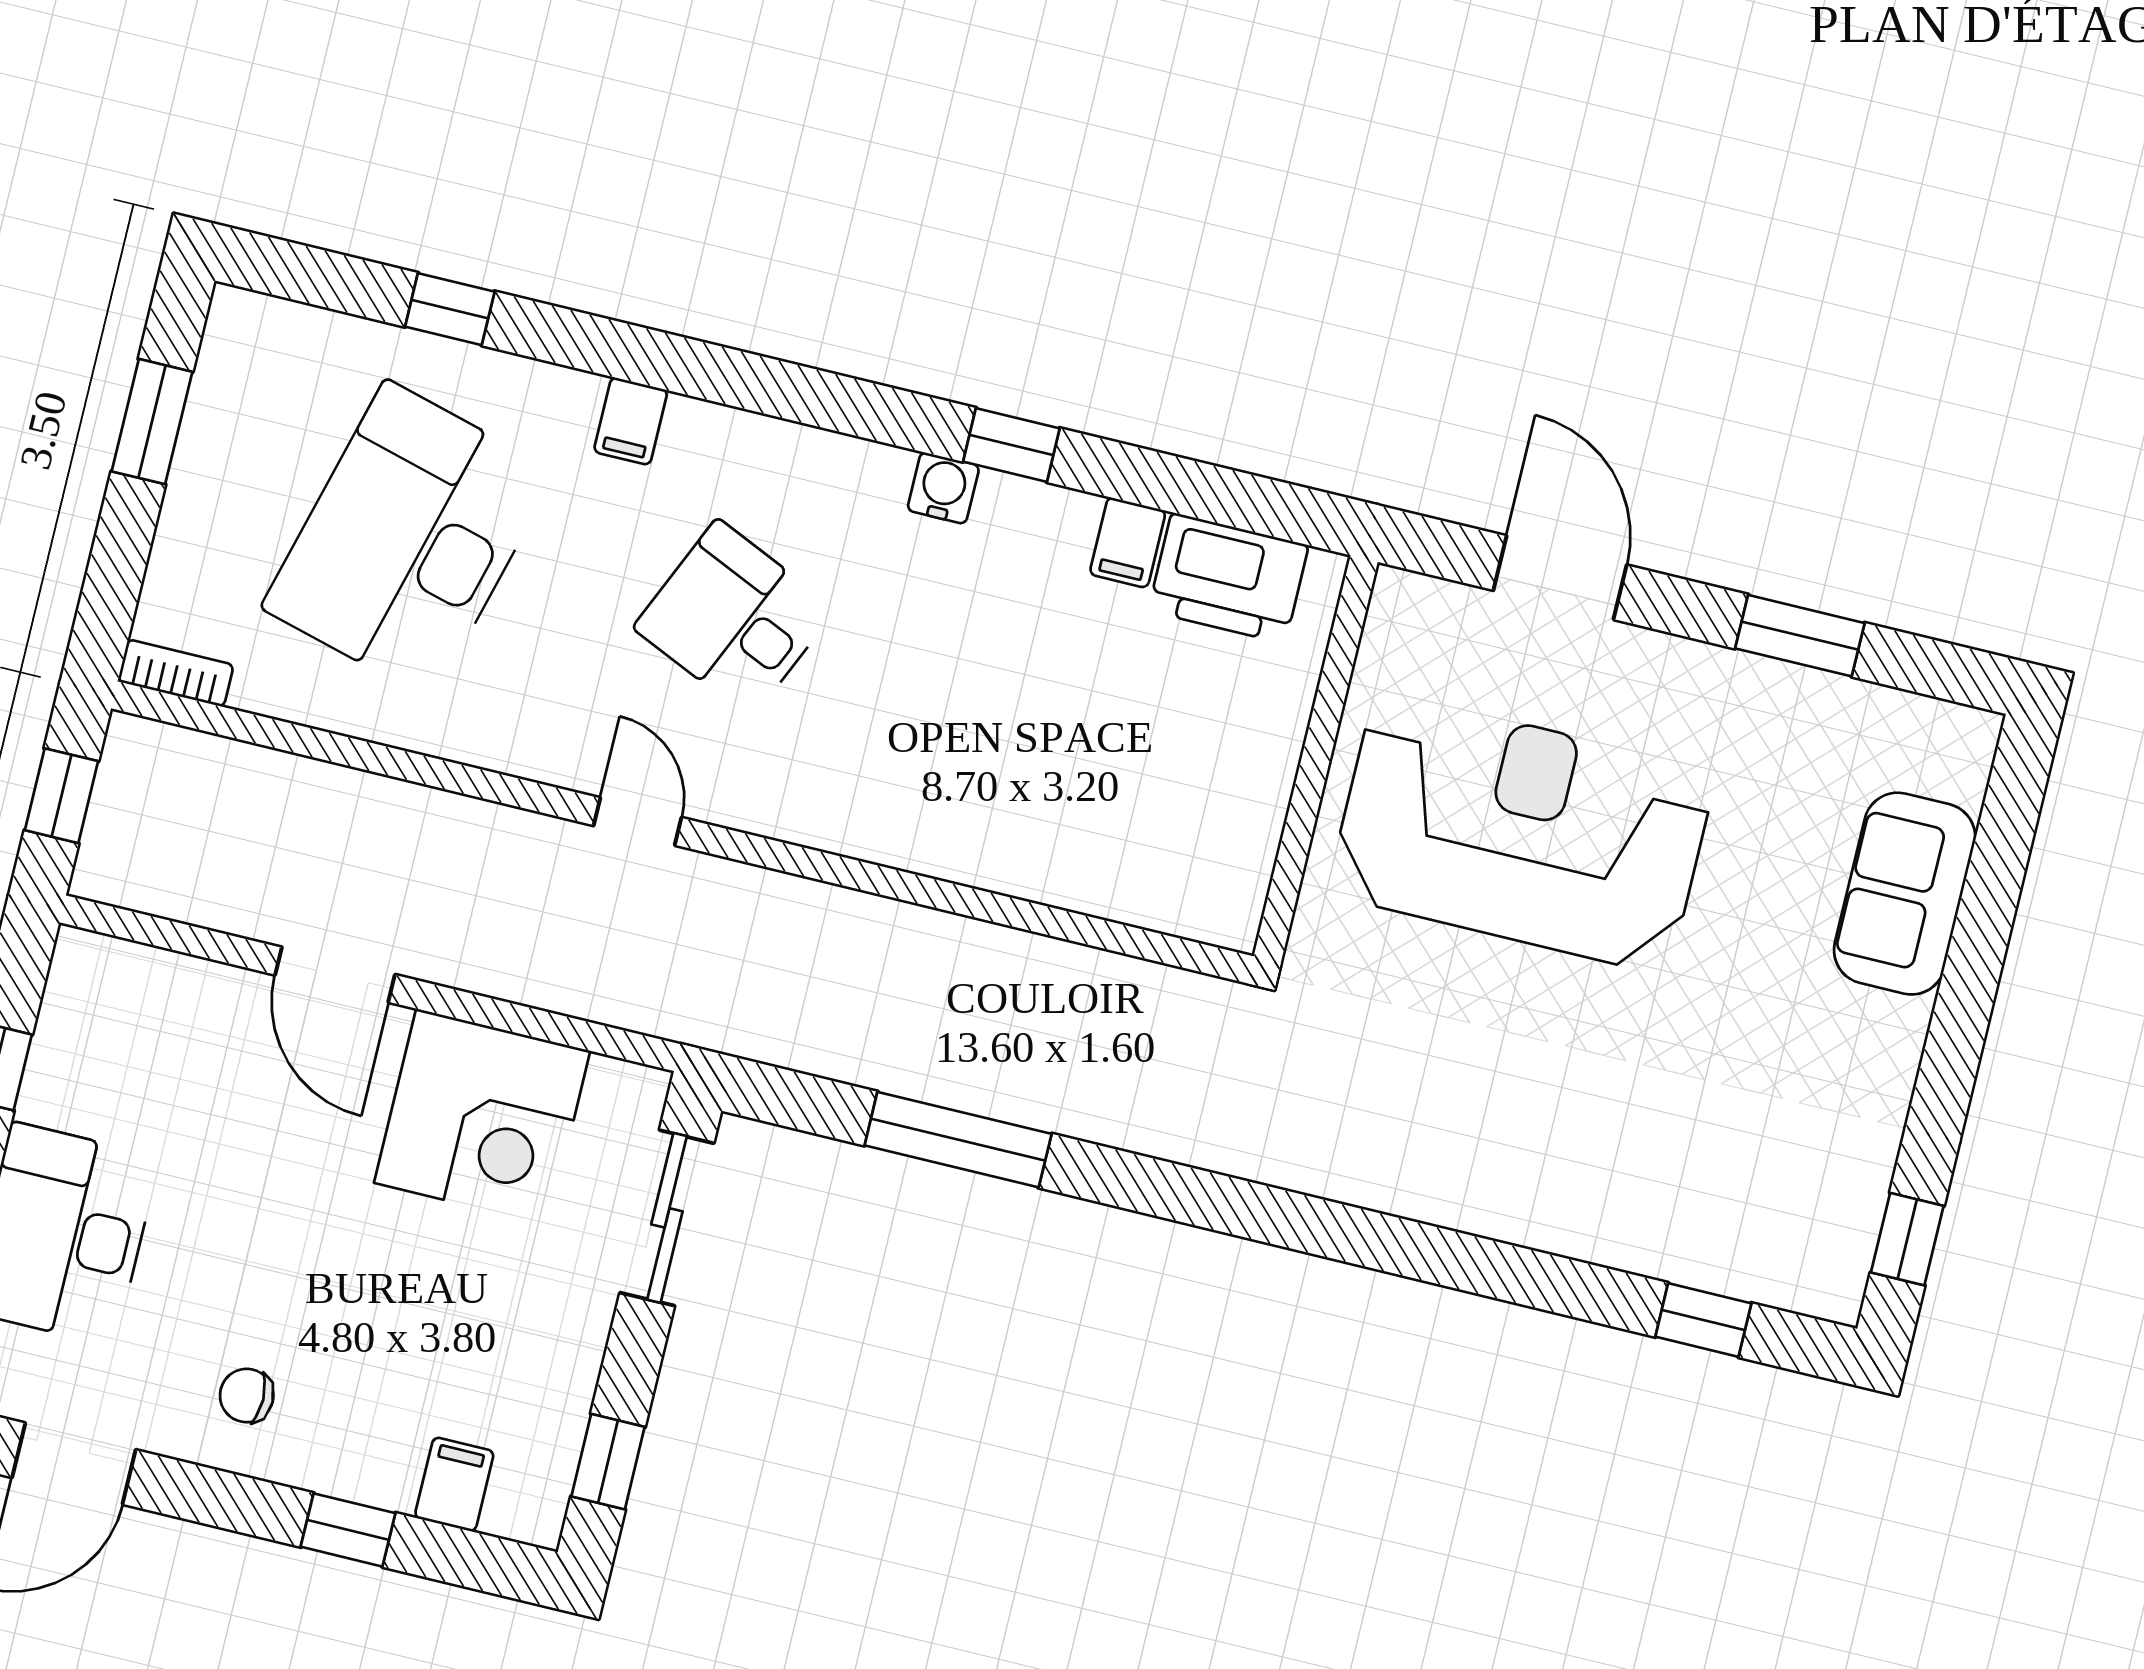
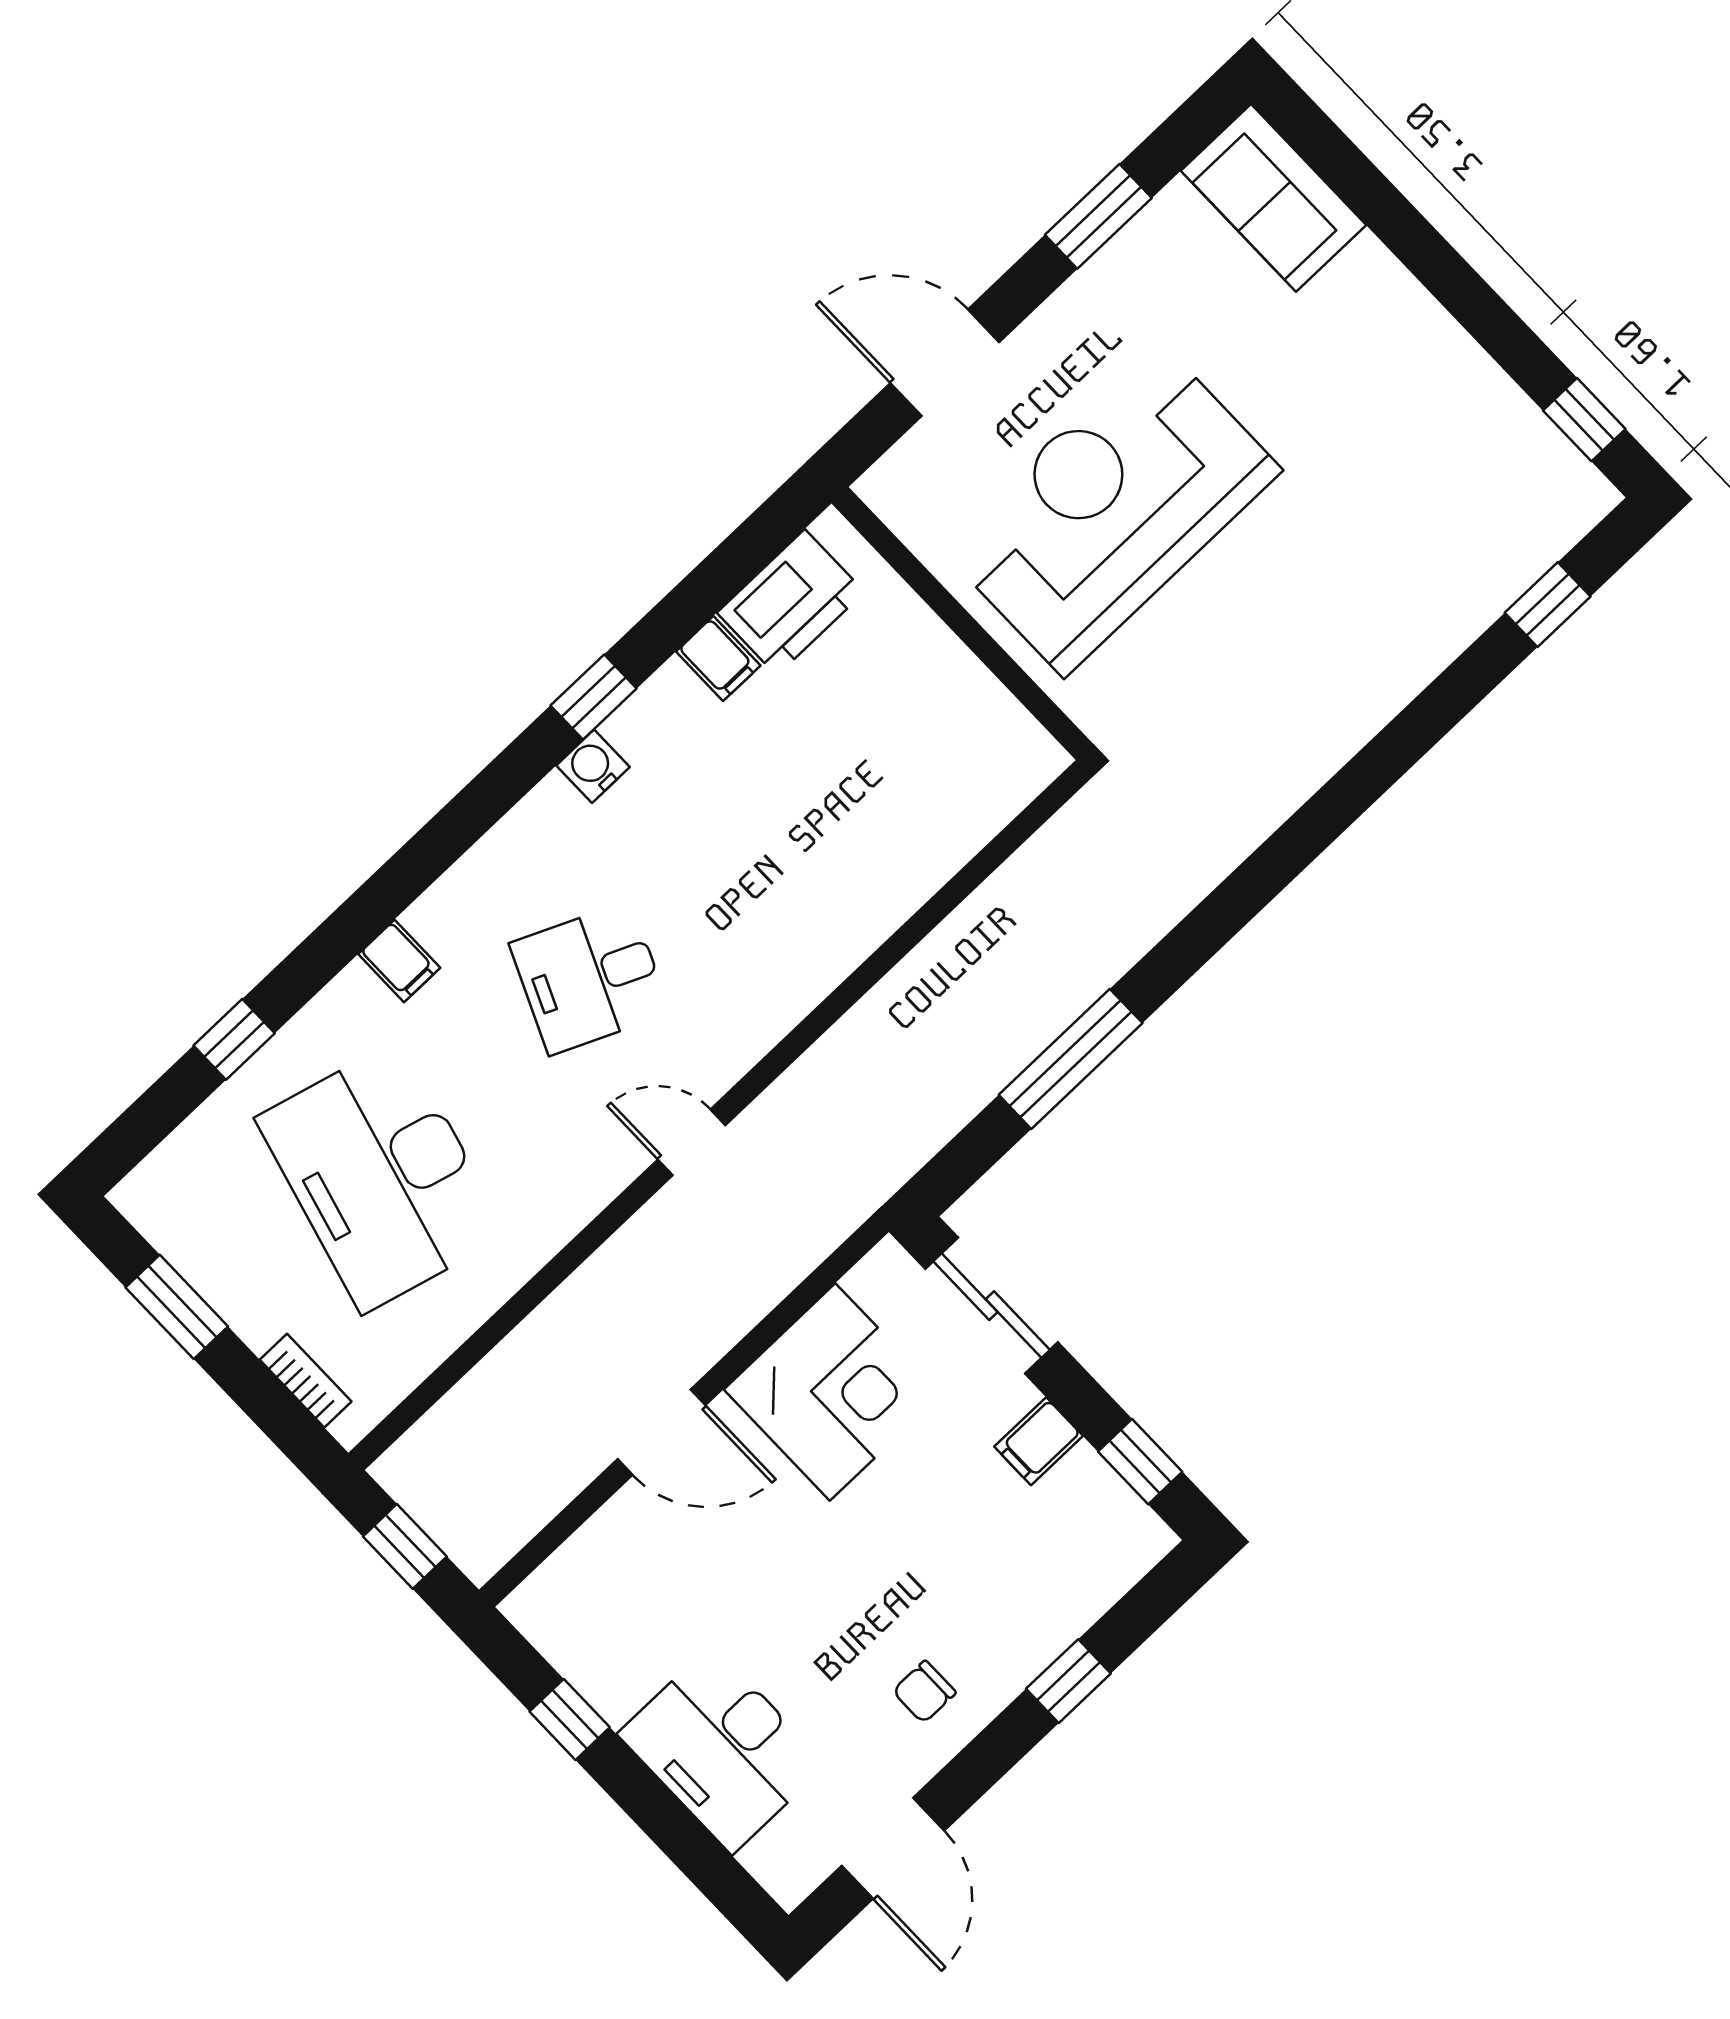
bookcase: (176, 673) -> (306, 1381), moved, turned 90
sofa: (1905, 894) -> (1273, 198), moved
filing cabinet: (454, 1484) -> (1039, 1441), moved, turned -90

